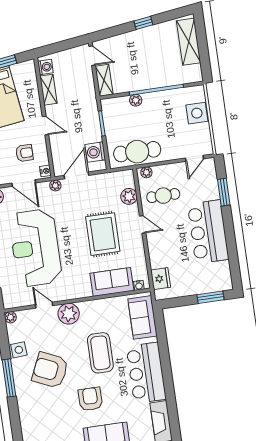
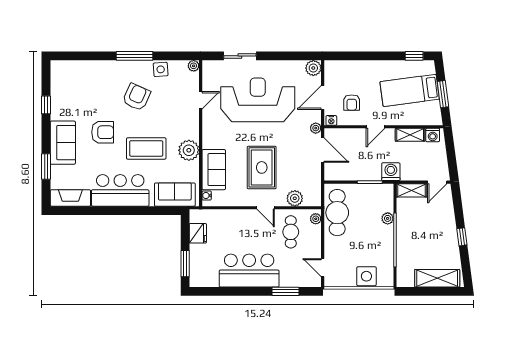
washing machine: (95, 152) -> (391, 172), moved
door: (143, 224) -> (266, 208), hinge flipped
rug: (103, 234) -> (262, 167), turned 90
fridge: (161, 279) -> (198, 233), moved, turned -90
plant: (69, 314) -> (189, 150), moved
armchair: (50, 370) -> (136, 97), width x0.73, depth x0.73

